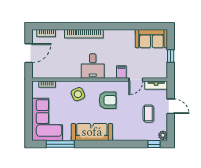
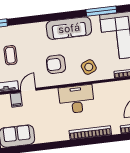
desk: (93, 66) -> (76, 99), width x1.37
filing cabinet: (121, 72) -> (16, 100), moved

